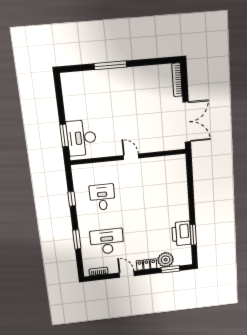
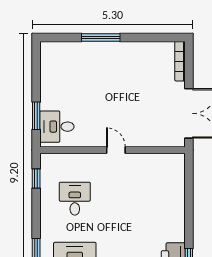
desk: (82, 138) -> (57, 127), width x0.73
window: (72, 199) -> (36, 179), moved

